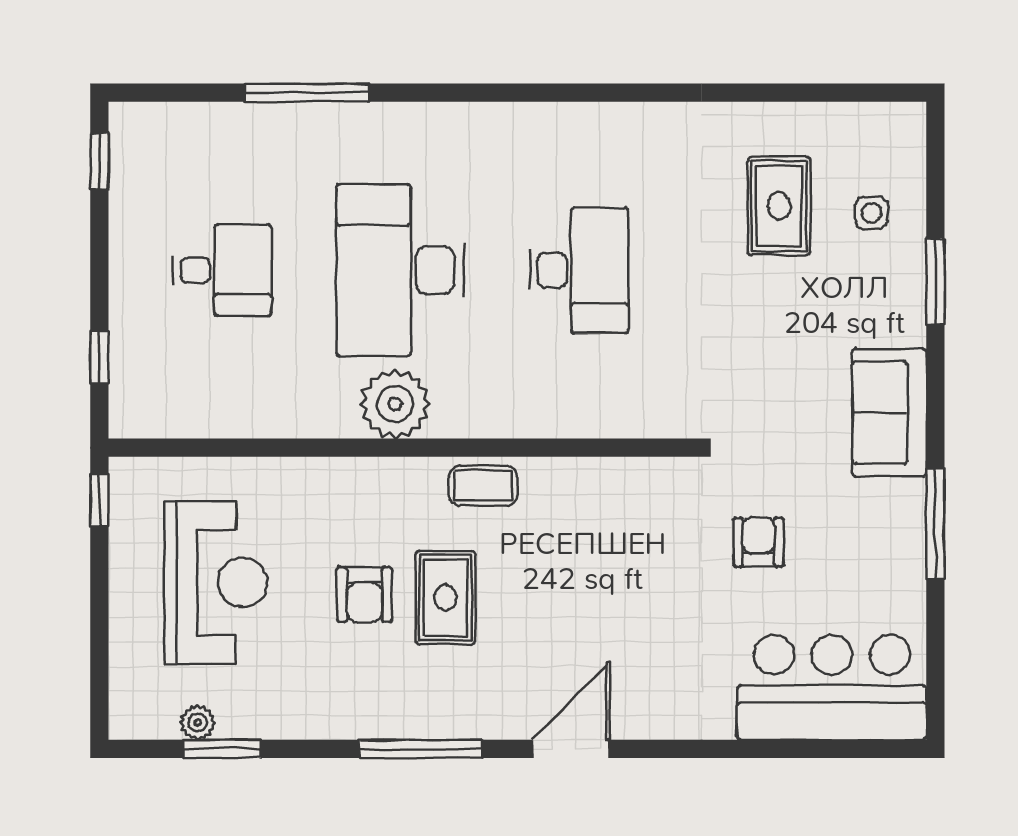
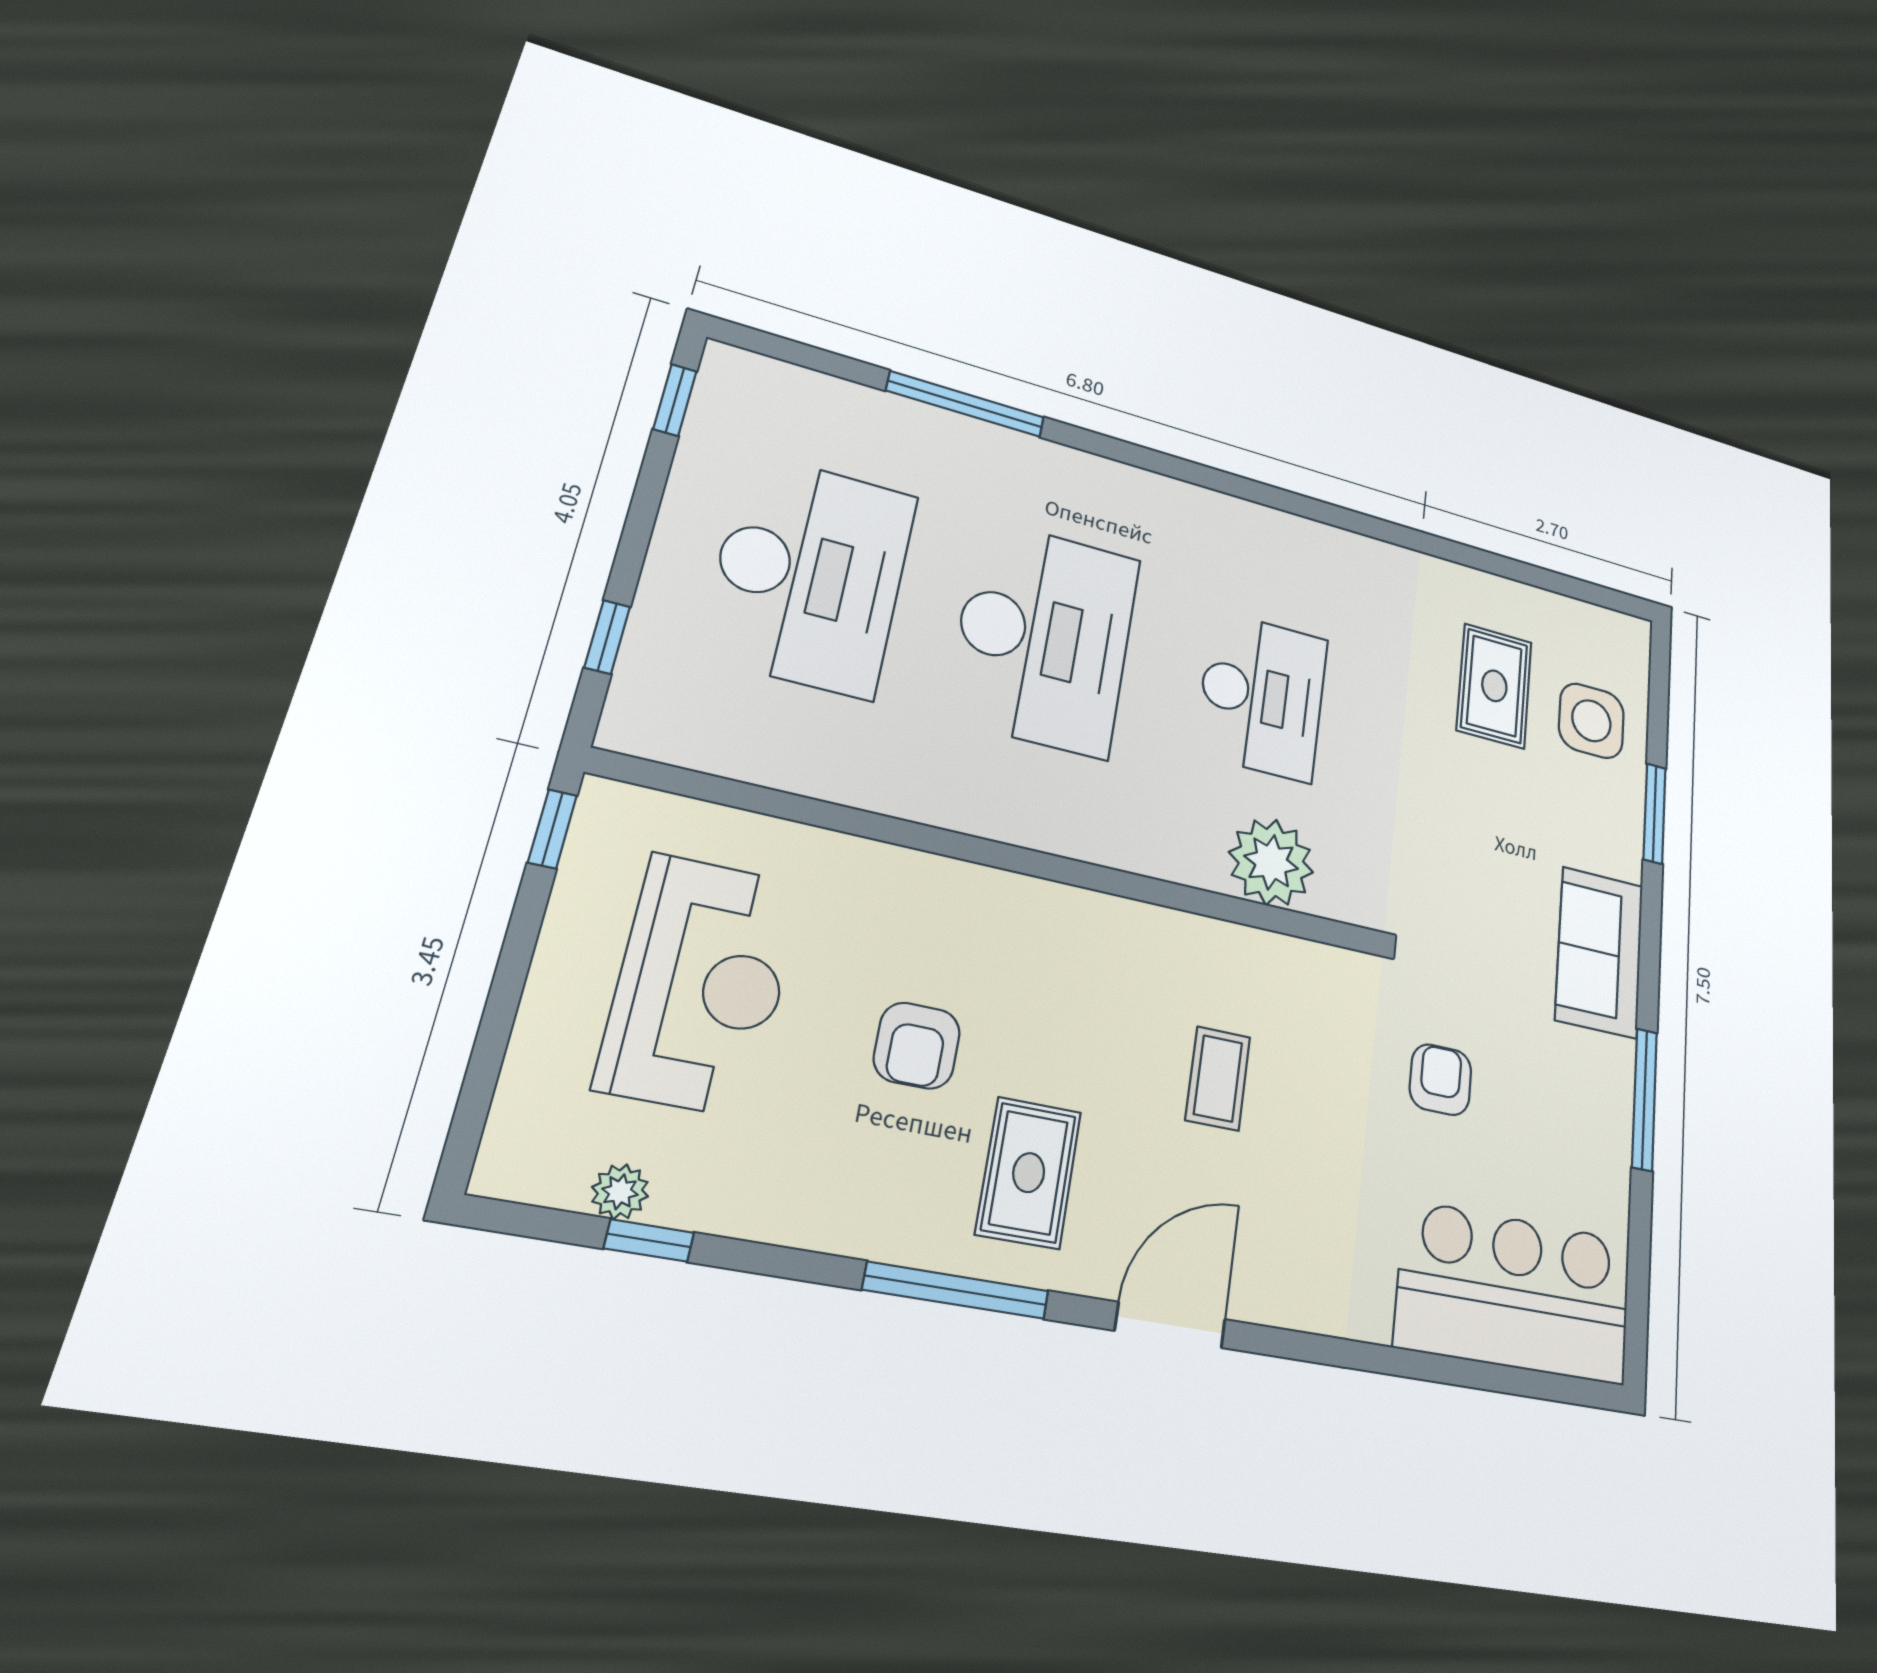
side table: (871, 213) -> (1591, 721), width x1.87, depth x1.87
desk: (222, 270) -> (810, 574), width x1.87, depth x1.30
desk: (400, 270) -> (1044, 637), turned 180
plant: (395, 404) -> (1271, 862), moved
coffee table: (483, 486) -> (1218, 1078), moved, turned 90
rug: (445, 598) -> (1029, 1173), moved
window: (222, 749) -> (649, 1241), width x0.67

